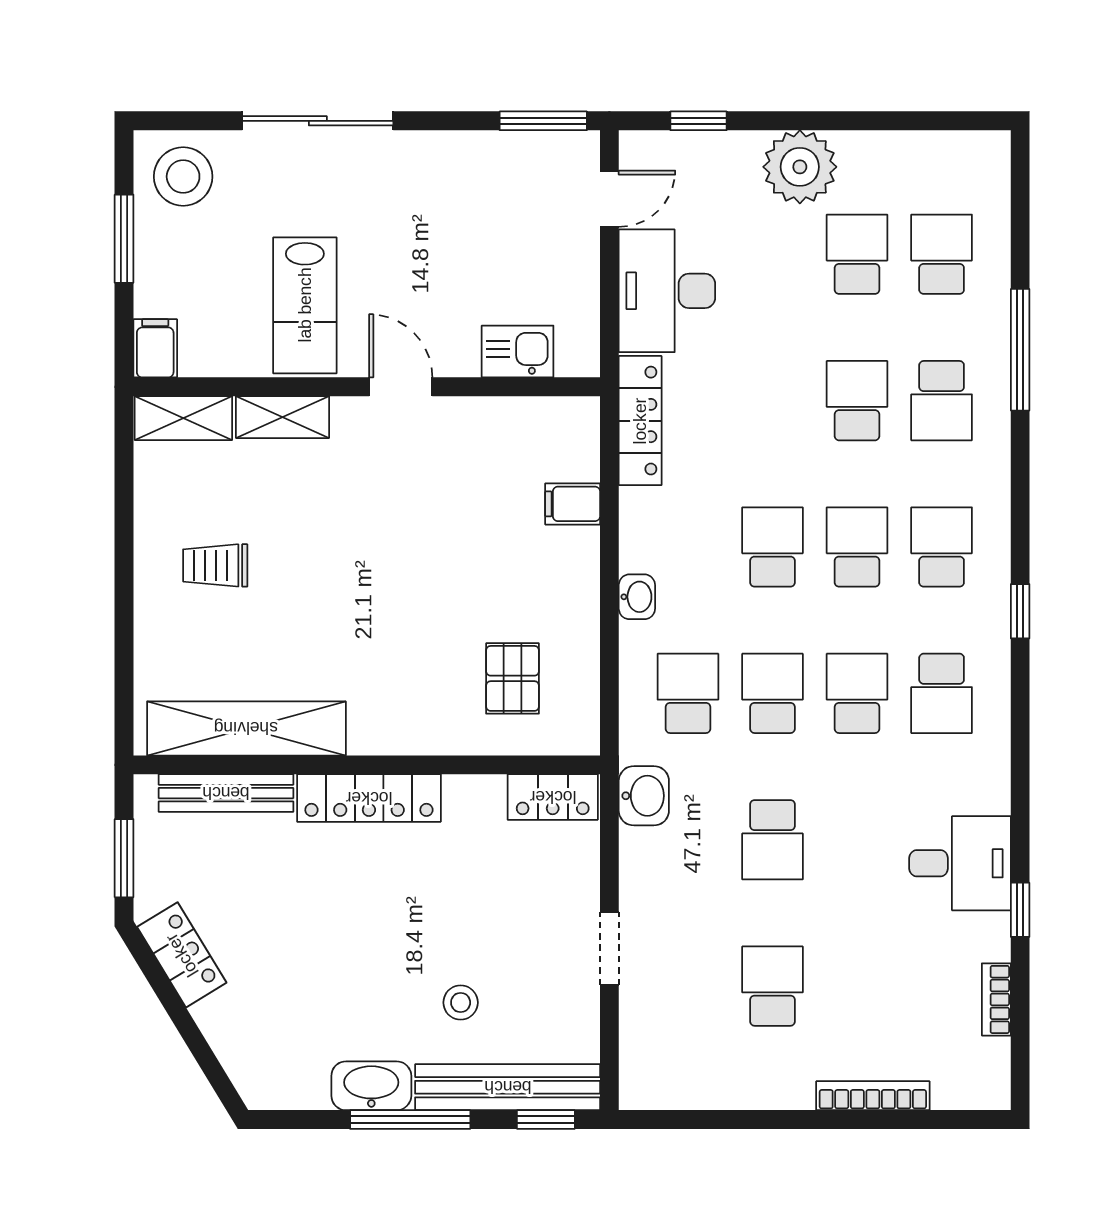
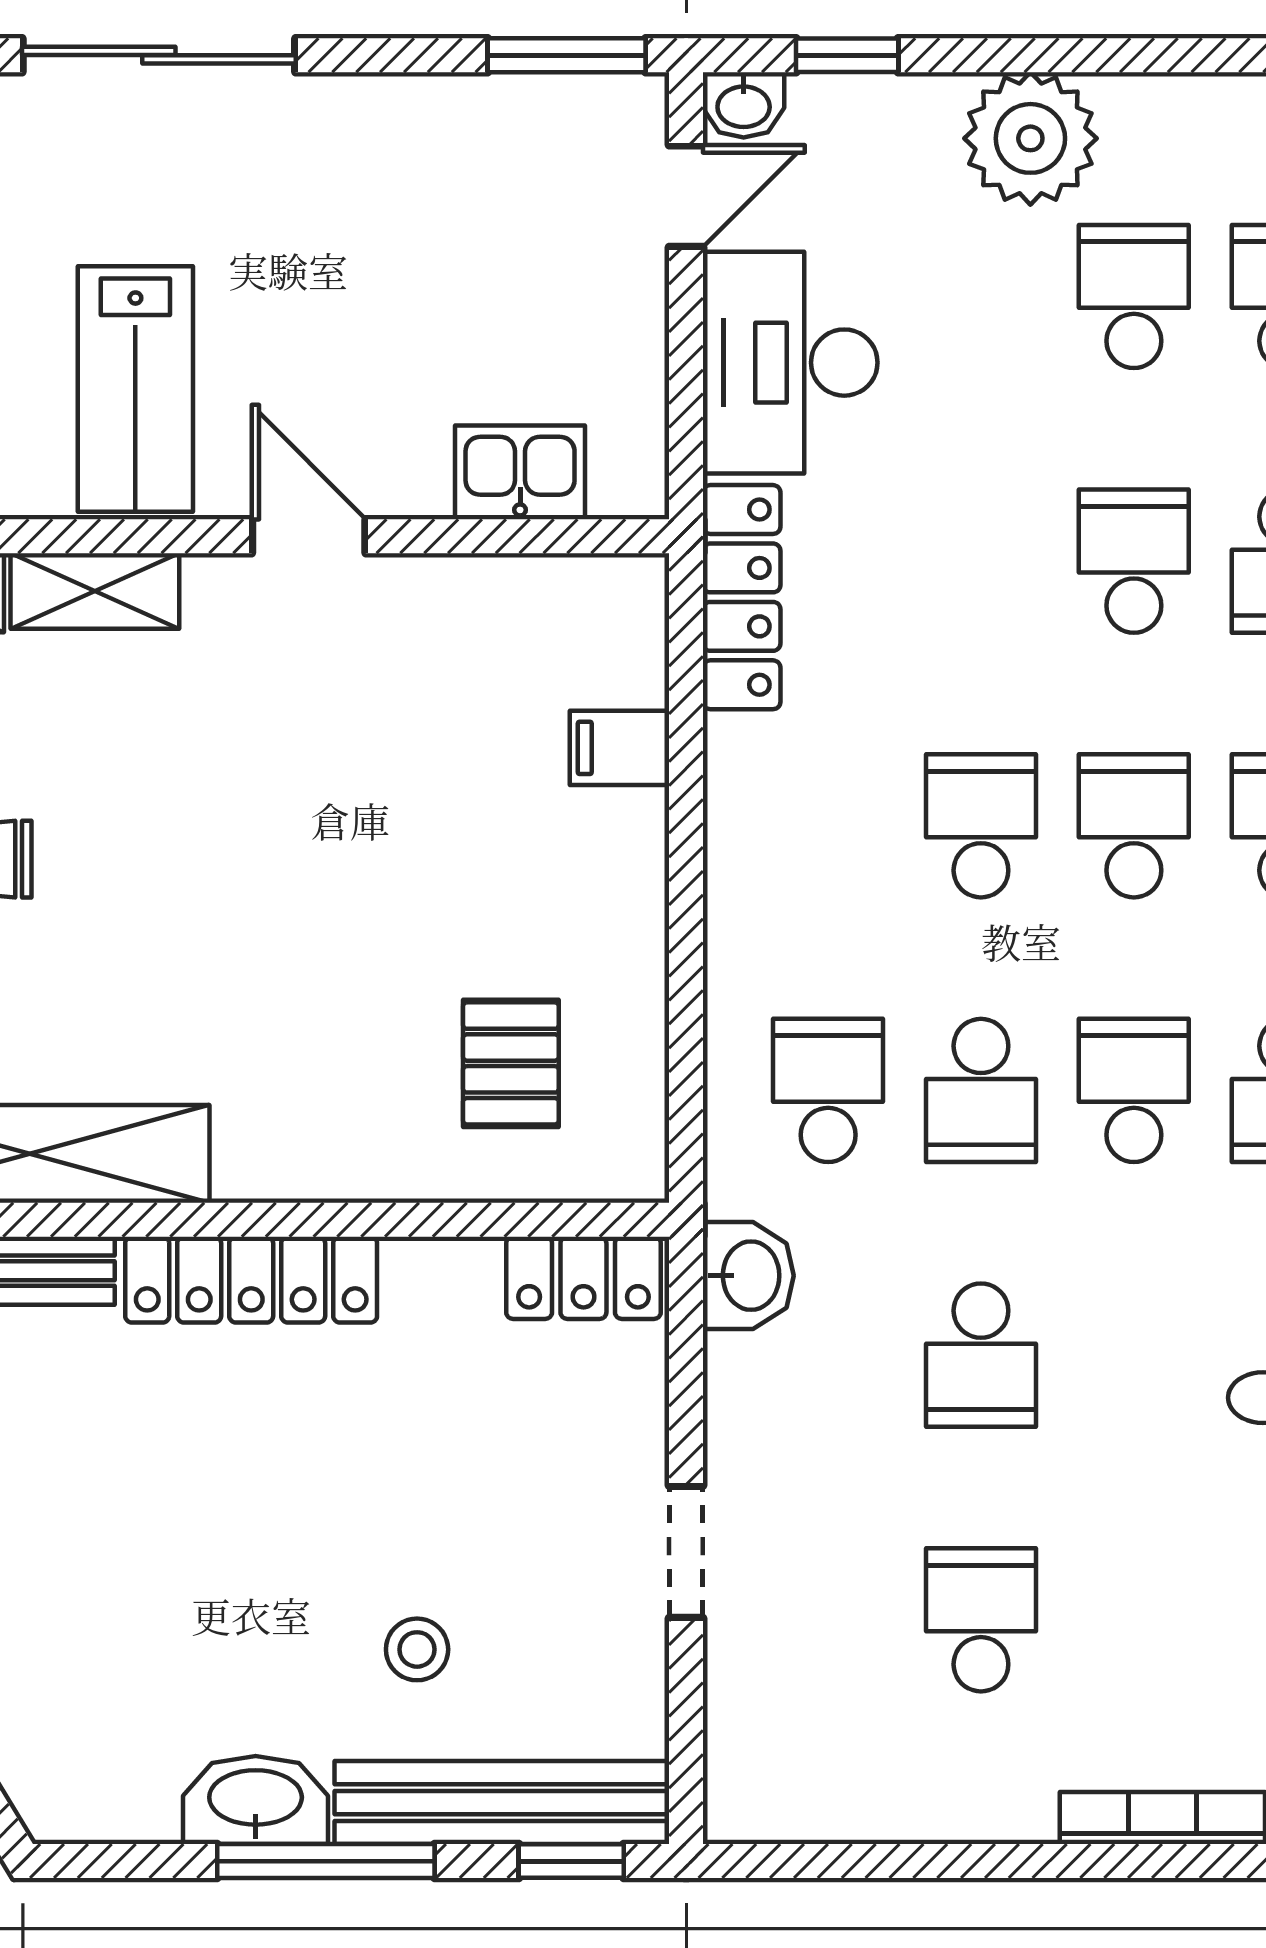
washbasin: (637, 597) -> (744, 105), moved, turned 90
school desk: (772, 693) -> (981, 1090), turned 180

